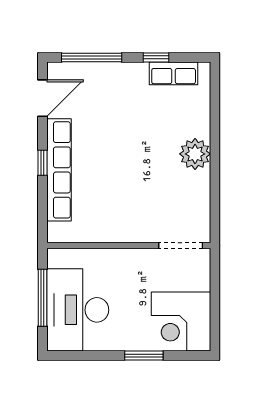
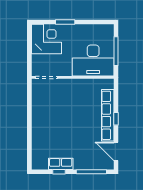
row of seats: (174, 73) -> (61, 164), moved
door: (42, 98) -> (116, 151), hinge flipped
plant: (195, 154) -> (39, 123), removed
desk: (78, 310) -> (93, 60), moved, turned 90

